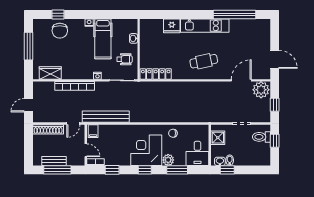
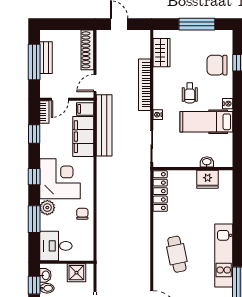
fridge: (172, 26) -> (208, 179), moved, turned -90
wheelchair: (125, 59) -> (190, 93), moved
door: (73, 124) -> (95, 83), hinge flipped
filing cabinet: (114, 133) -> (83, 137), added

